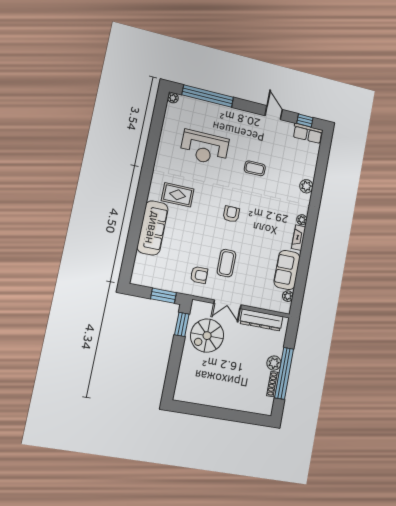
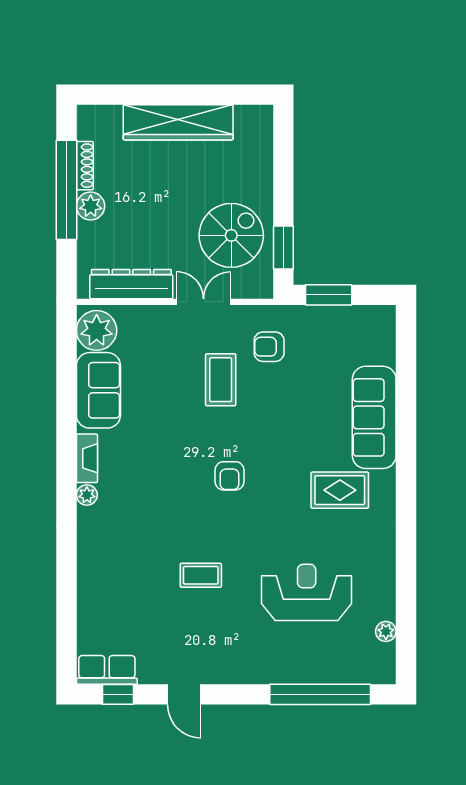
plant: (173, 98) -> (386, 631), moved
plant: (306, 186) -> (90, 563), removed
plant: (288, 296) -> (97, 330), width x1.87, depth x1.87
wardrobe: (223, 399) -> (178, 122), added

